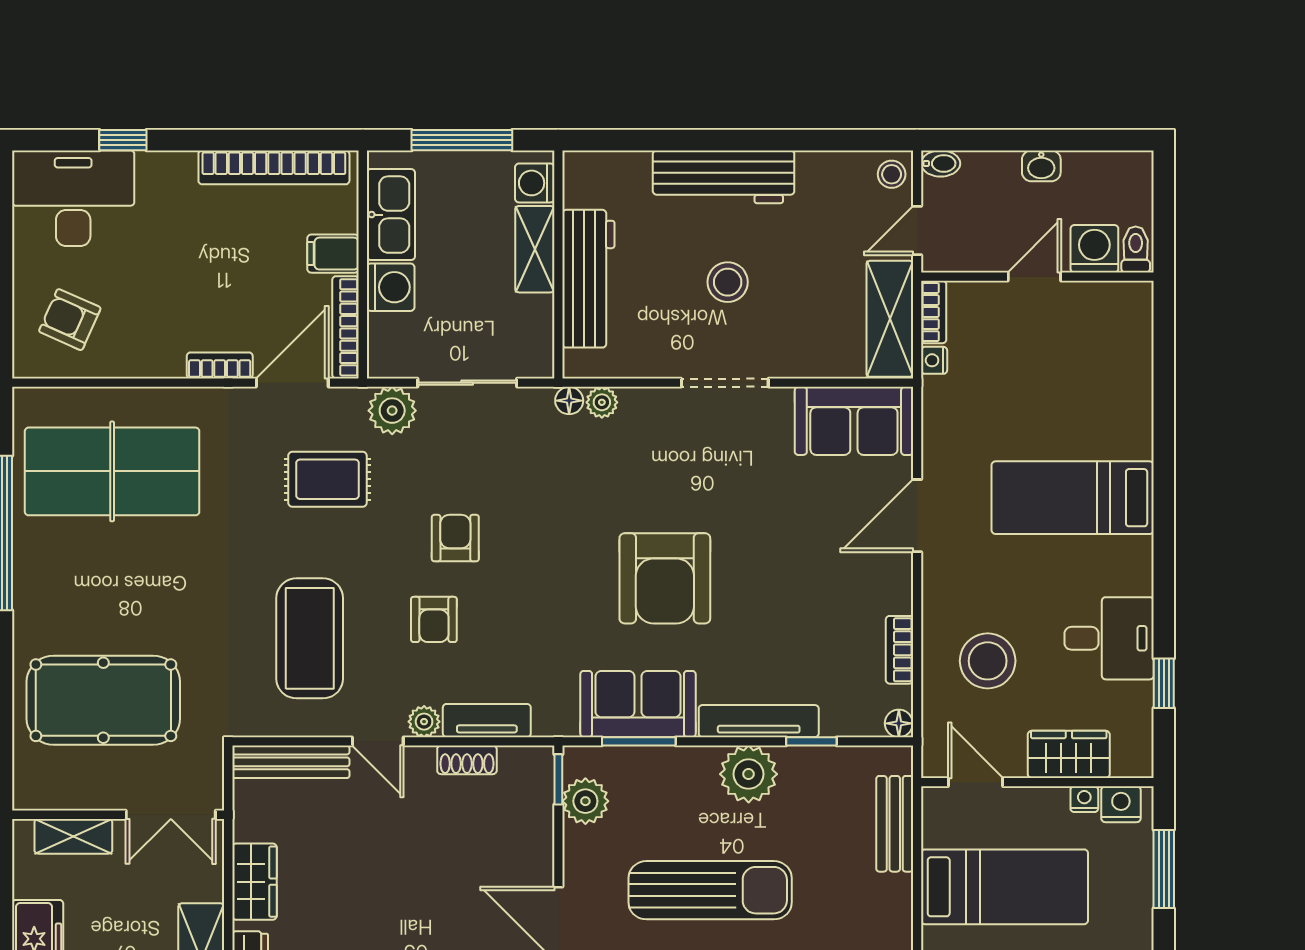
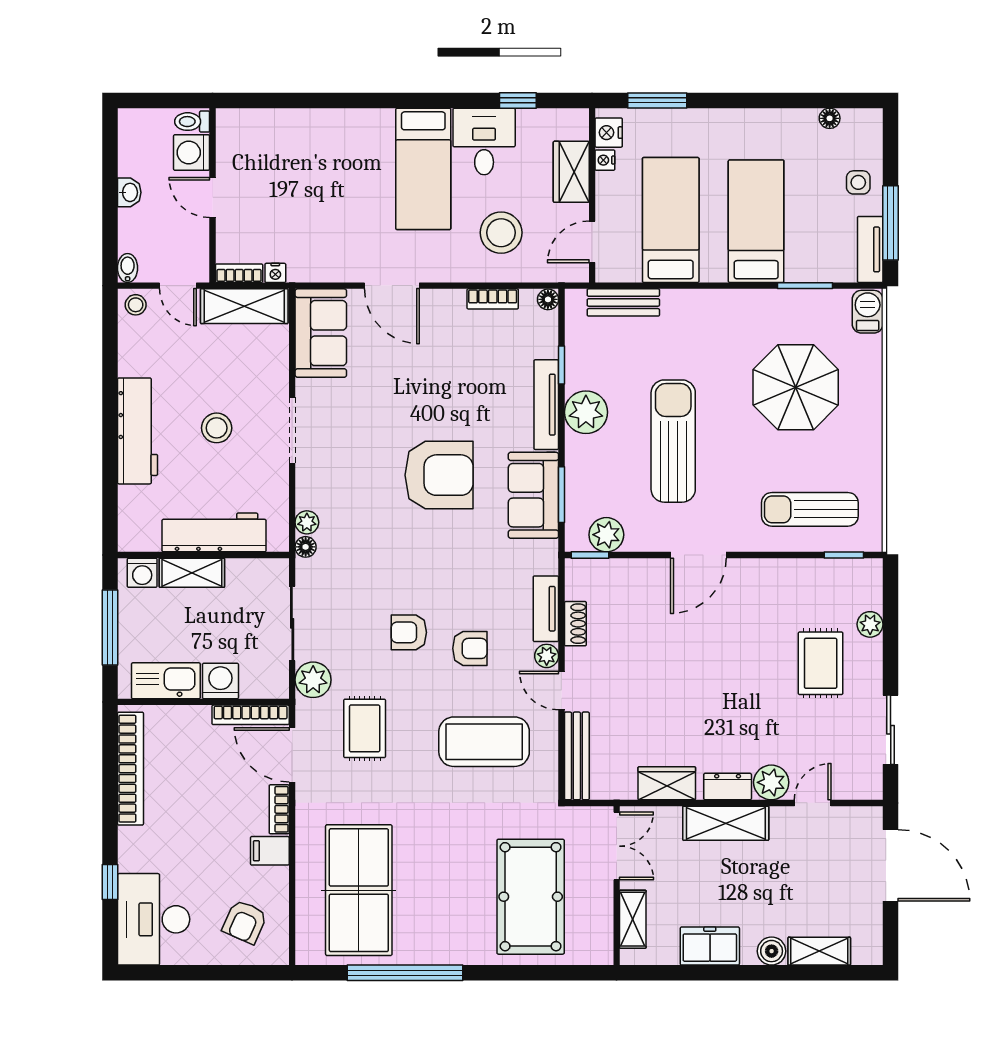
filing cabinet: (333, 254) -> (270, 851), moved, turned 90
bed: (1073, 498) -> (423, 169), moved
door: (378, 741) -> (561, 691), swing flipped

